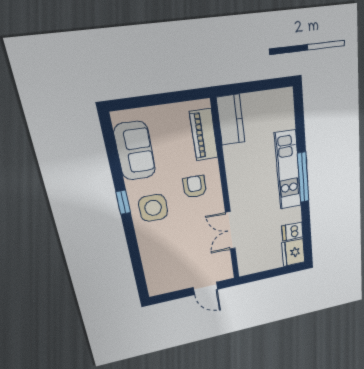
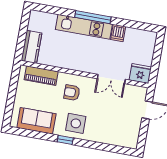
kitchen counter: (231, 120) -> (31, 47), moved, turned 90
dishwasher: (292, 231) -> (118, 33), moved
fridge: (293, 252) -> (140, 74), moved, turned 180

